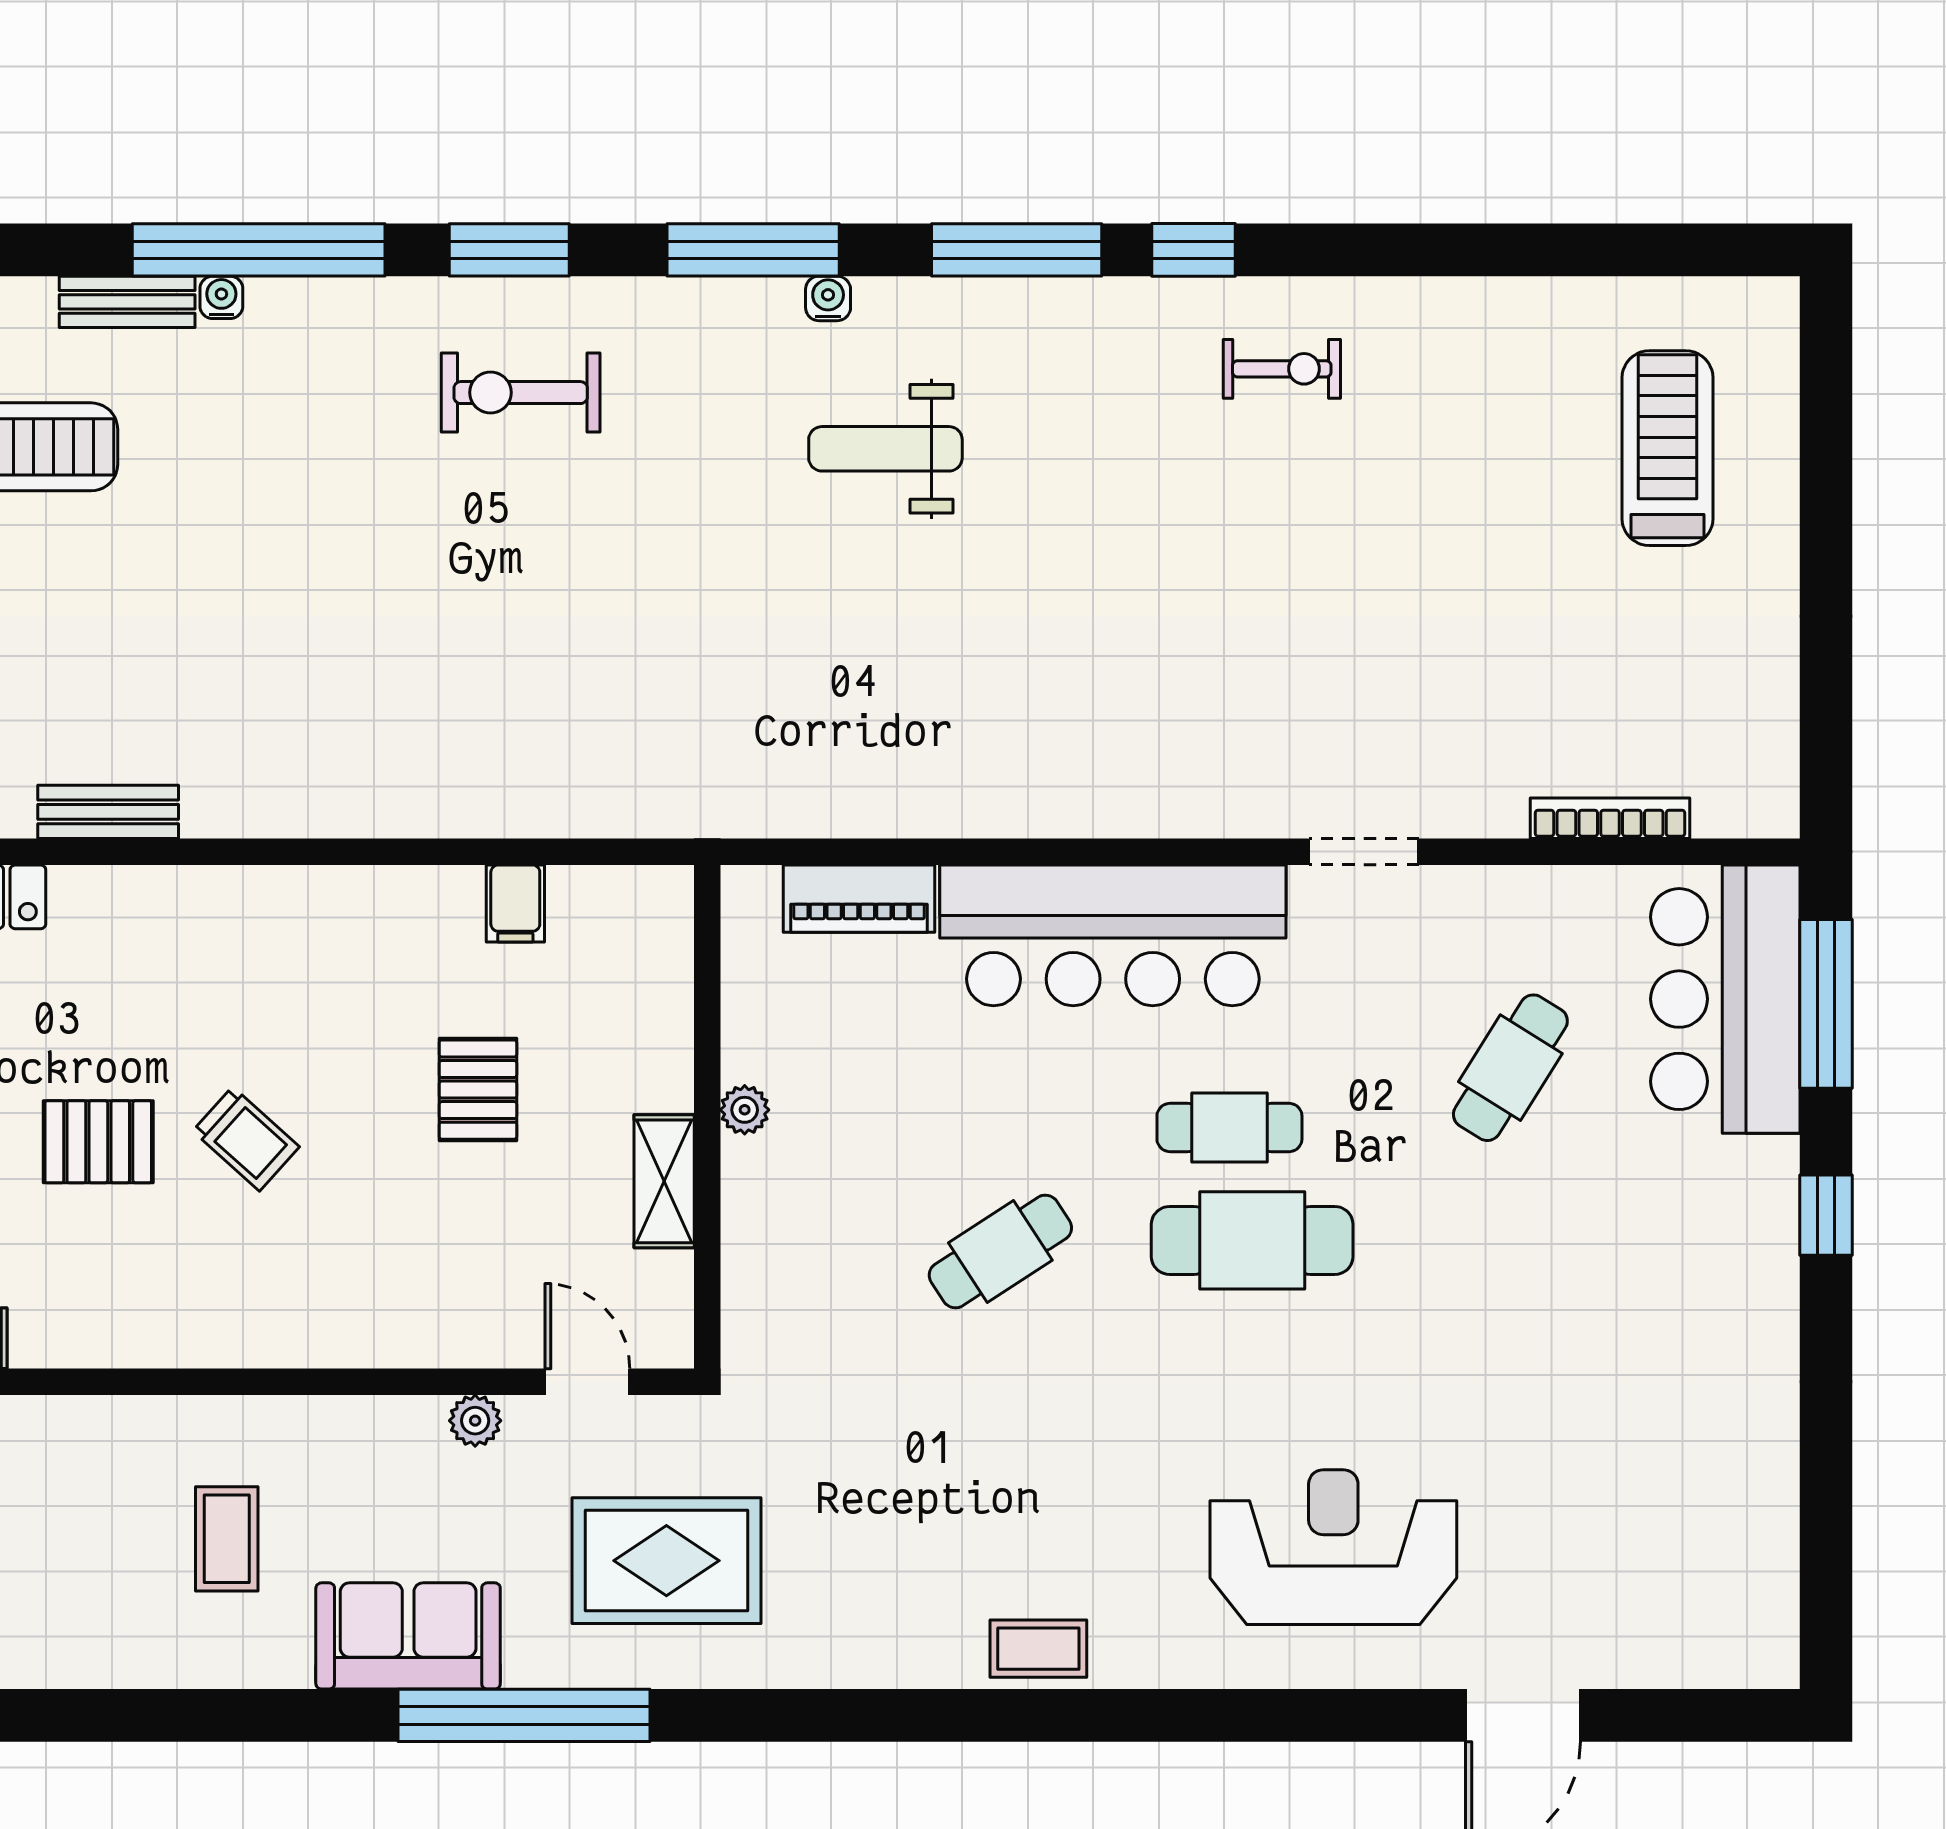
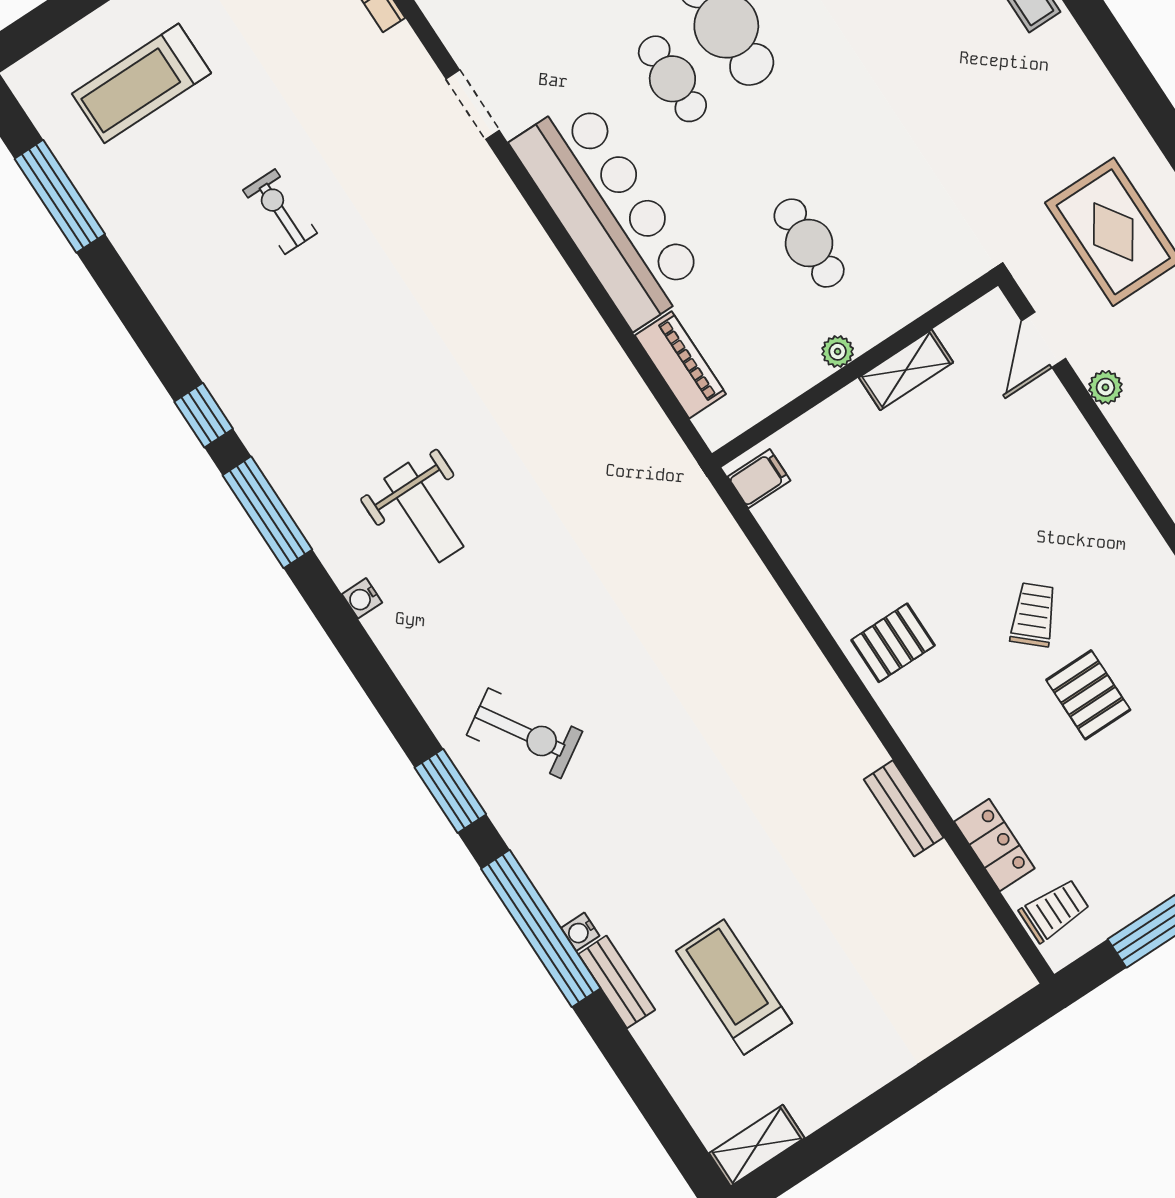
window: (753, 250) -> (60, 196), moved
exercise bike: (1282, 369) -> (280, 212), moved
exercise bike: (521, 393) -> (525, 733), turned -32
filing cabinet: (515, 904) -> (759, 479), moved
pallet: (478, 1090) -> (893, 643), moved
cafe table: (1000, 1252) -> (809, 243), moved, turned 33

